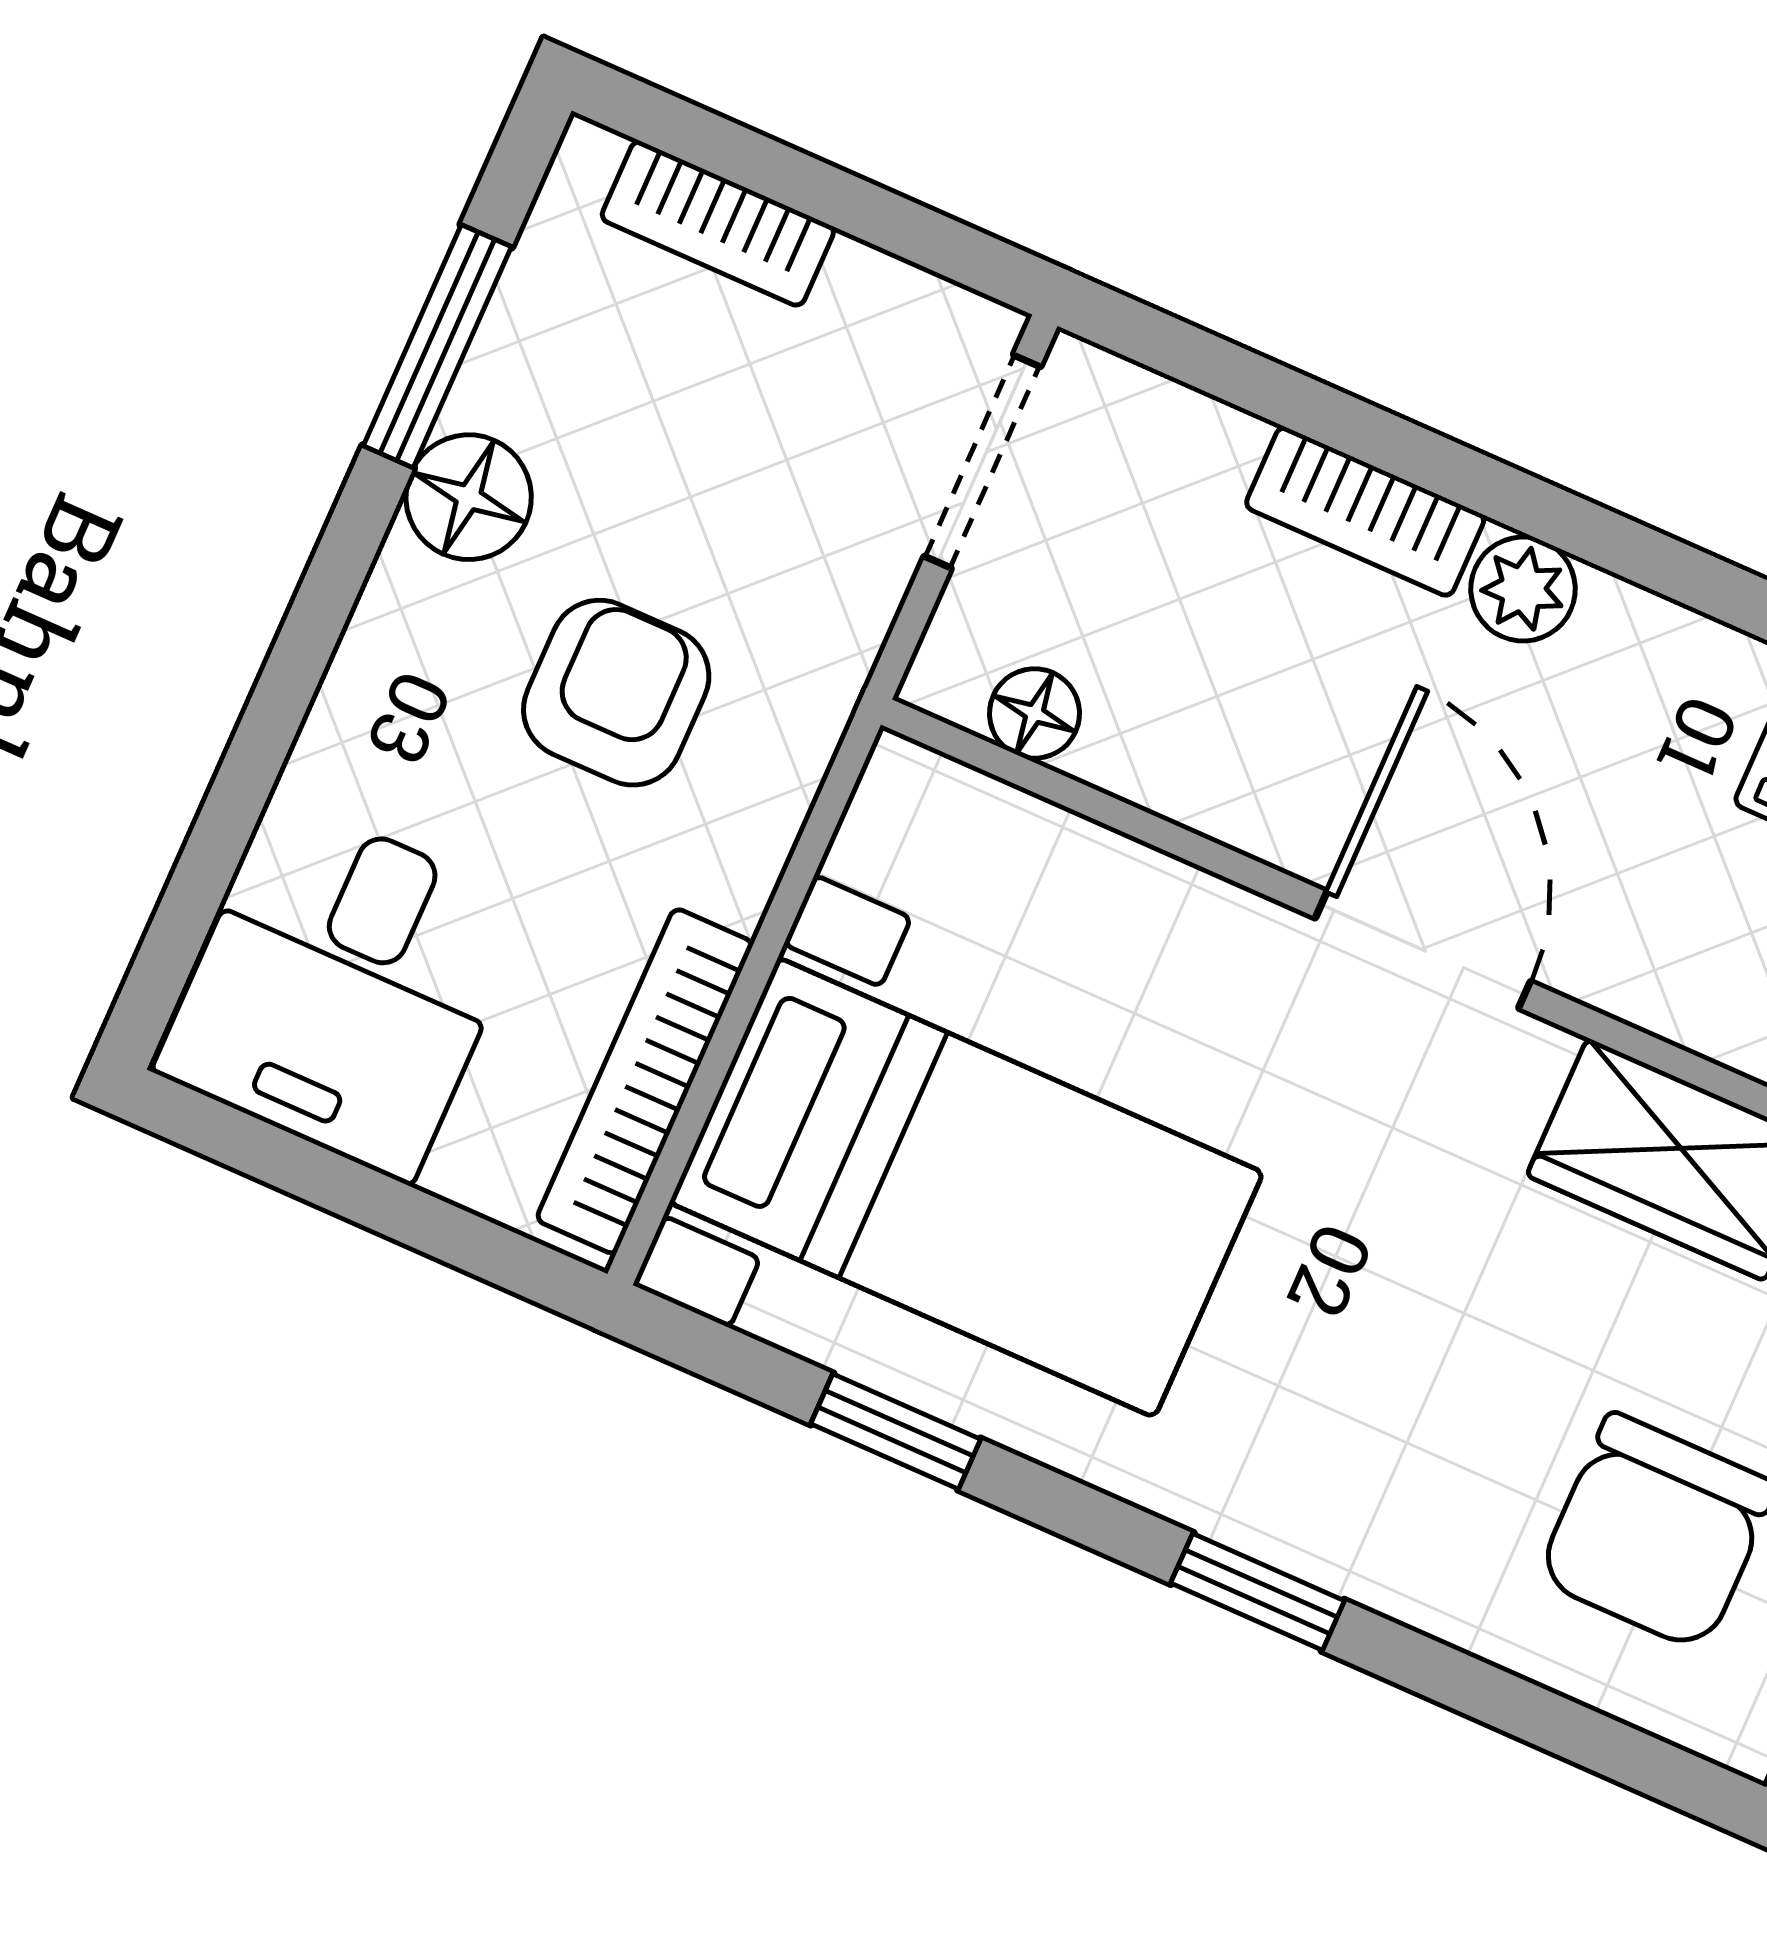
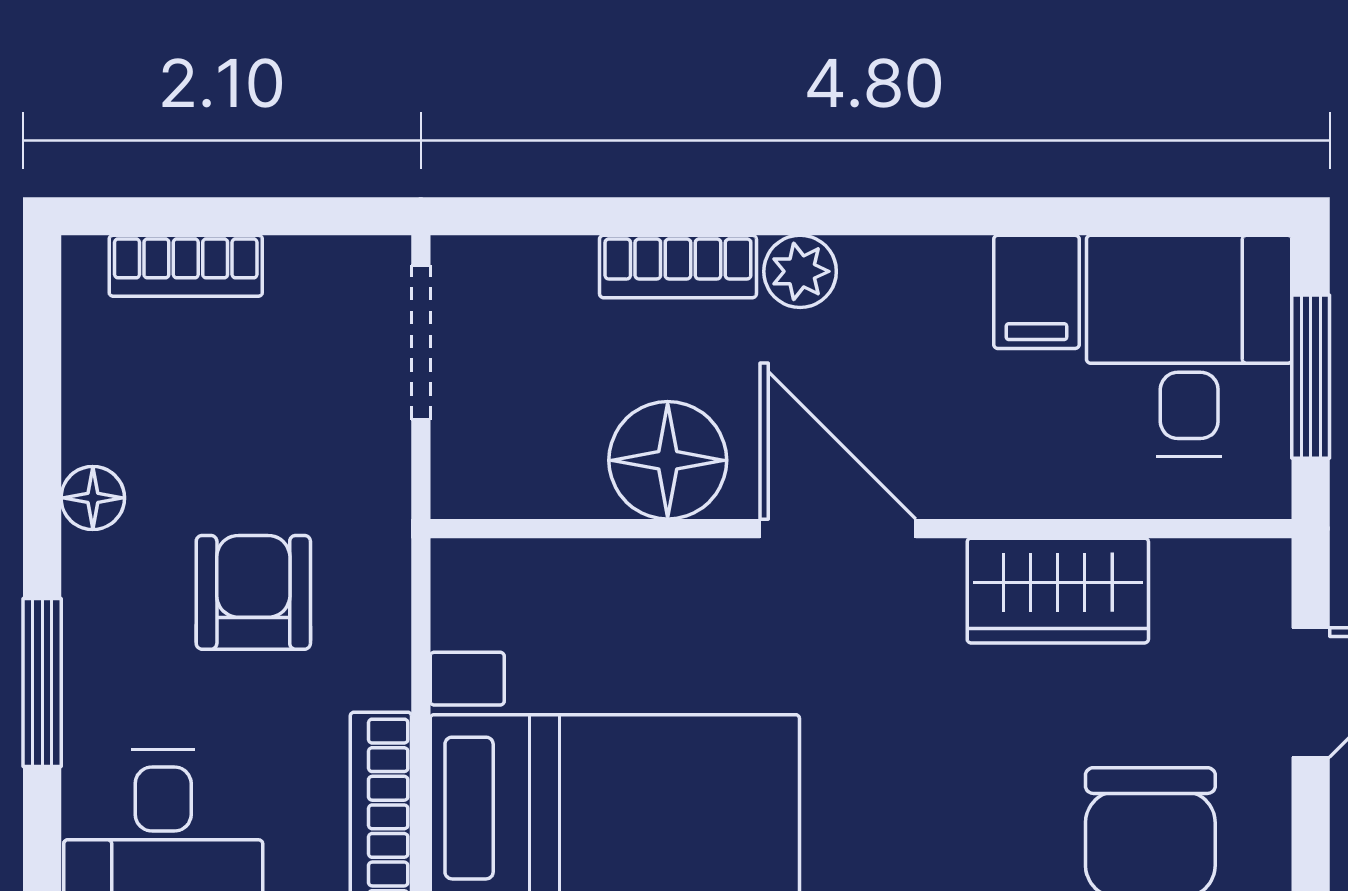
window: (437, 346) -> (42, 683), moved
floor lamp: (469, 497) -> (93, 498), width x0.73, depth x0.73
floor lamp: (1034, 714) -> (668, 460), moved, width x1.89, depth x1.89

